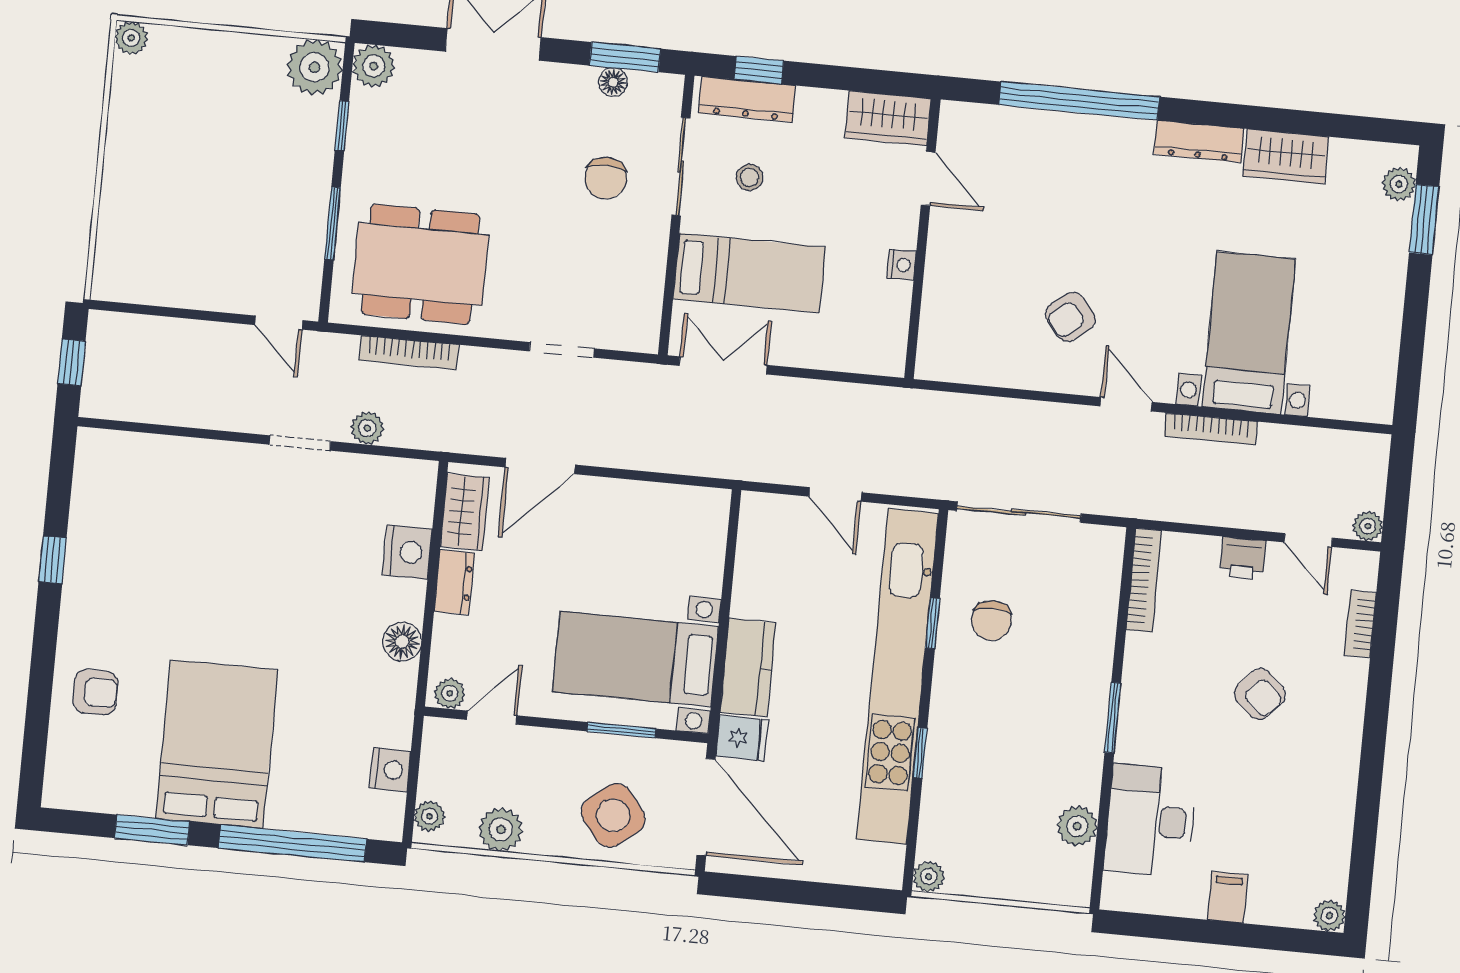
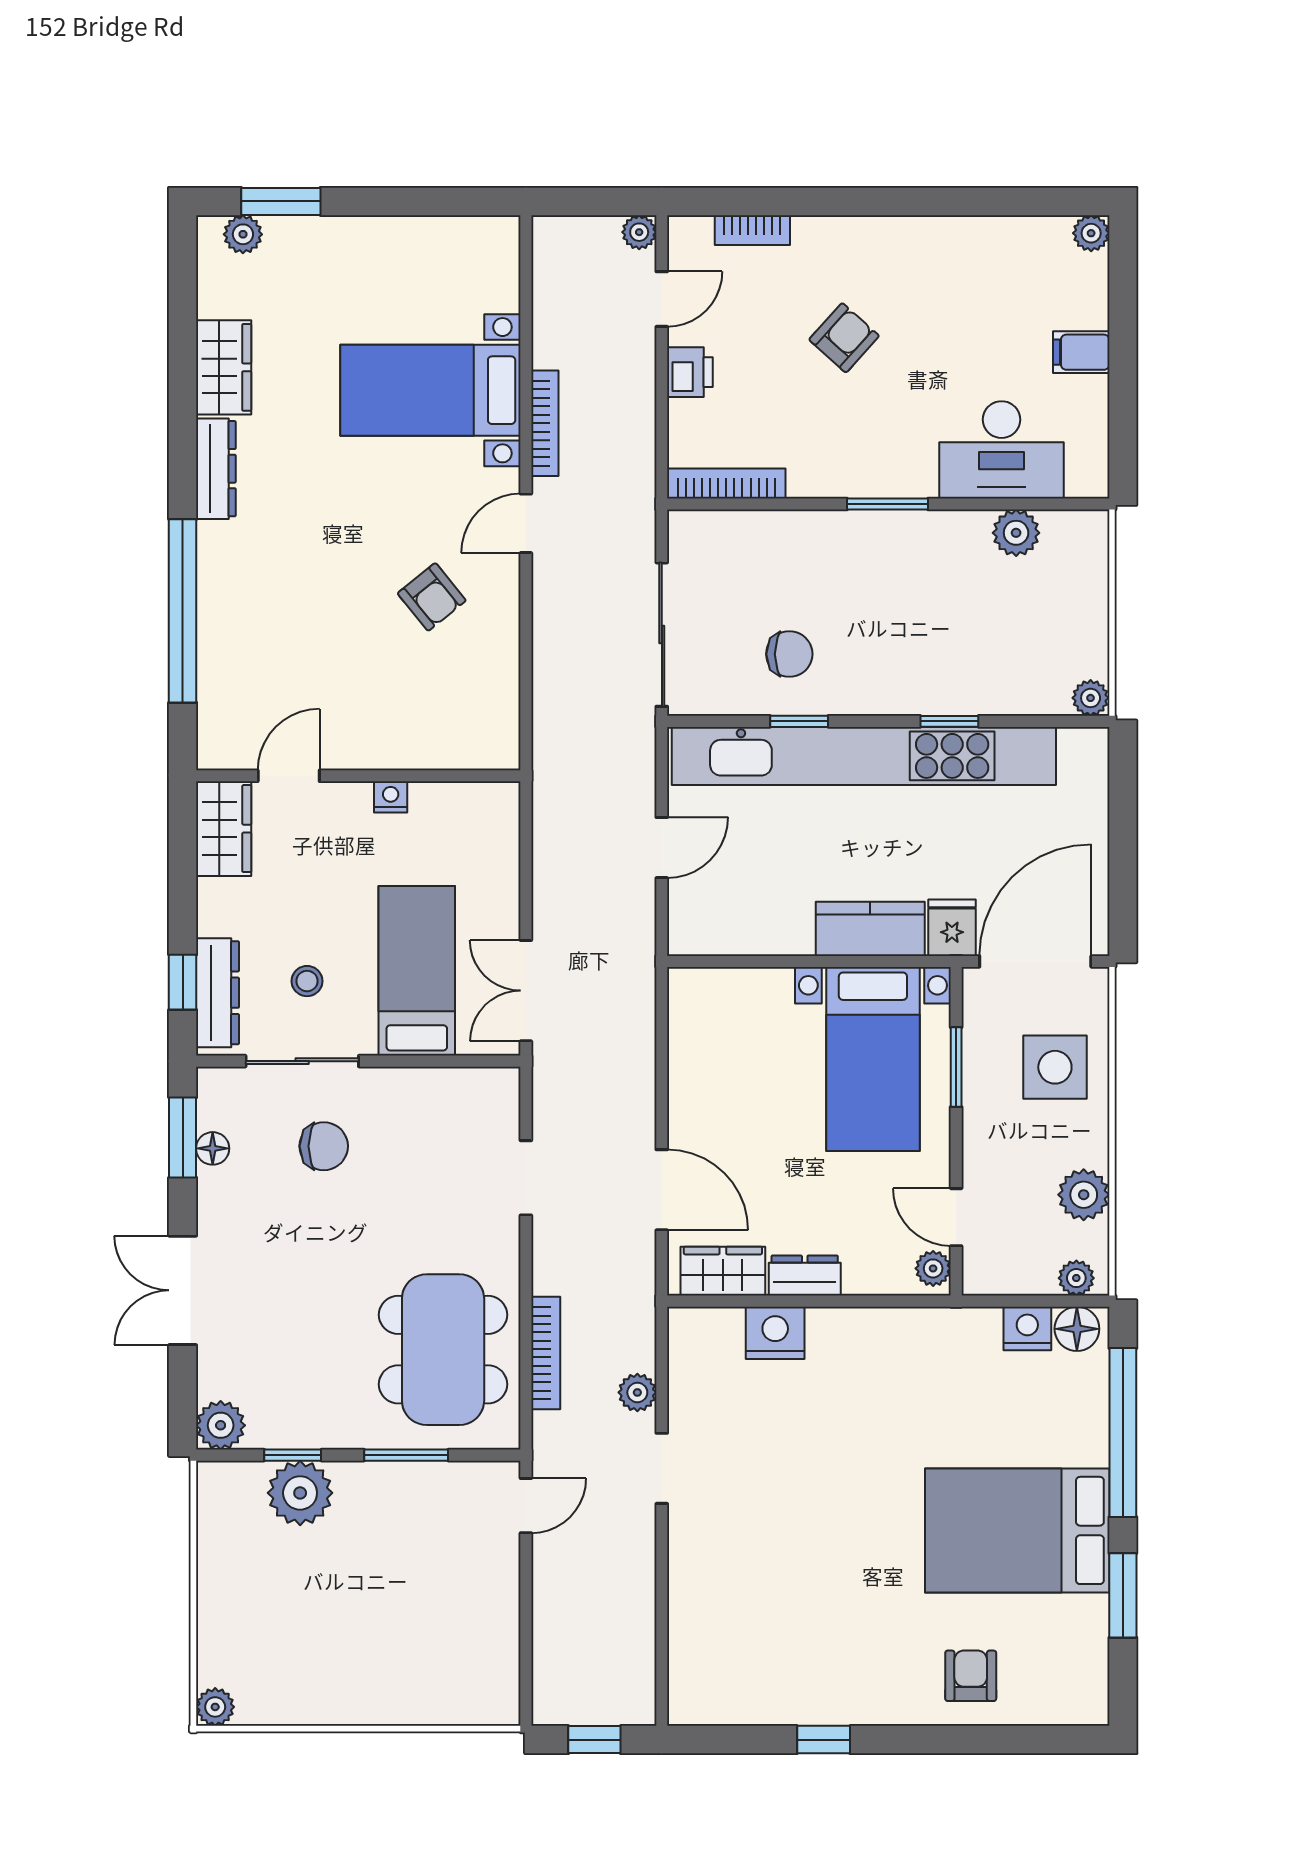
plant: (315, 67) -> (300, 1493), moved
floor lamp: (402, 642) -> (1077, 1329), moved
side table: (613, 815) -> (1055, 1067), turned 38

